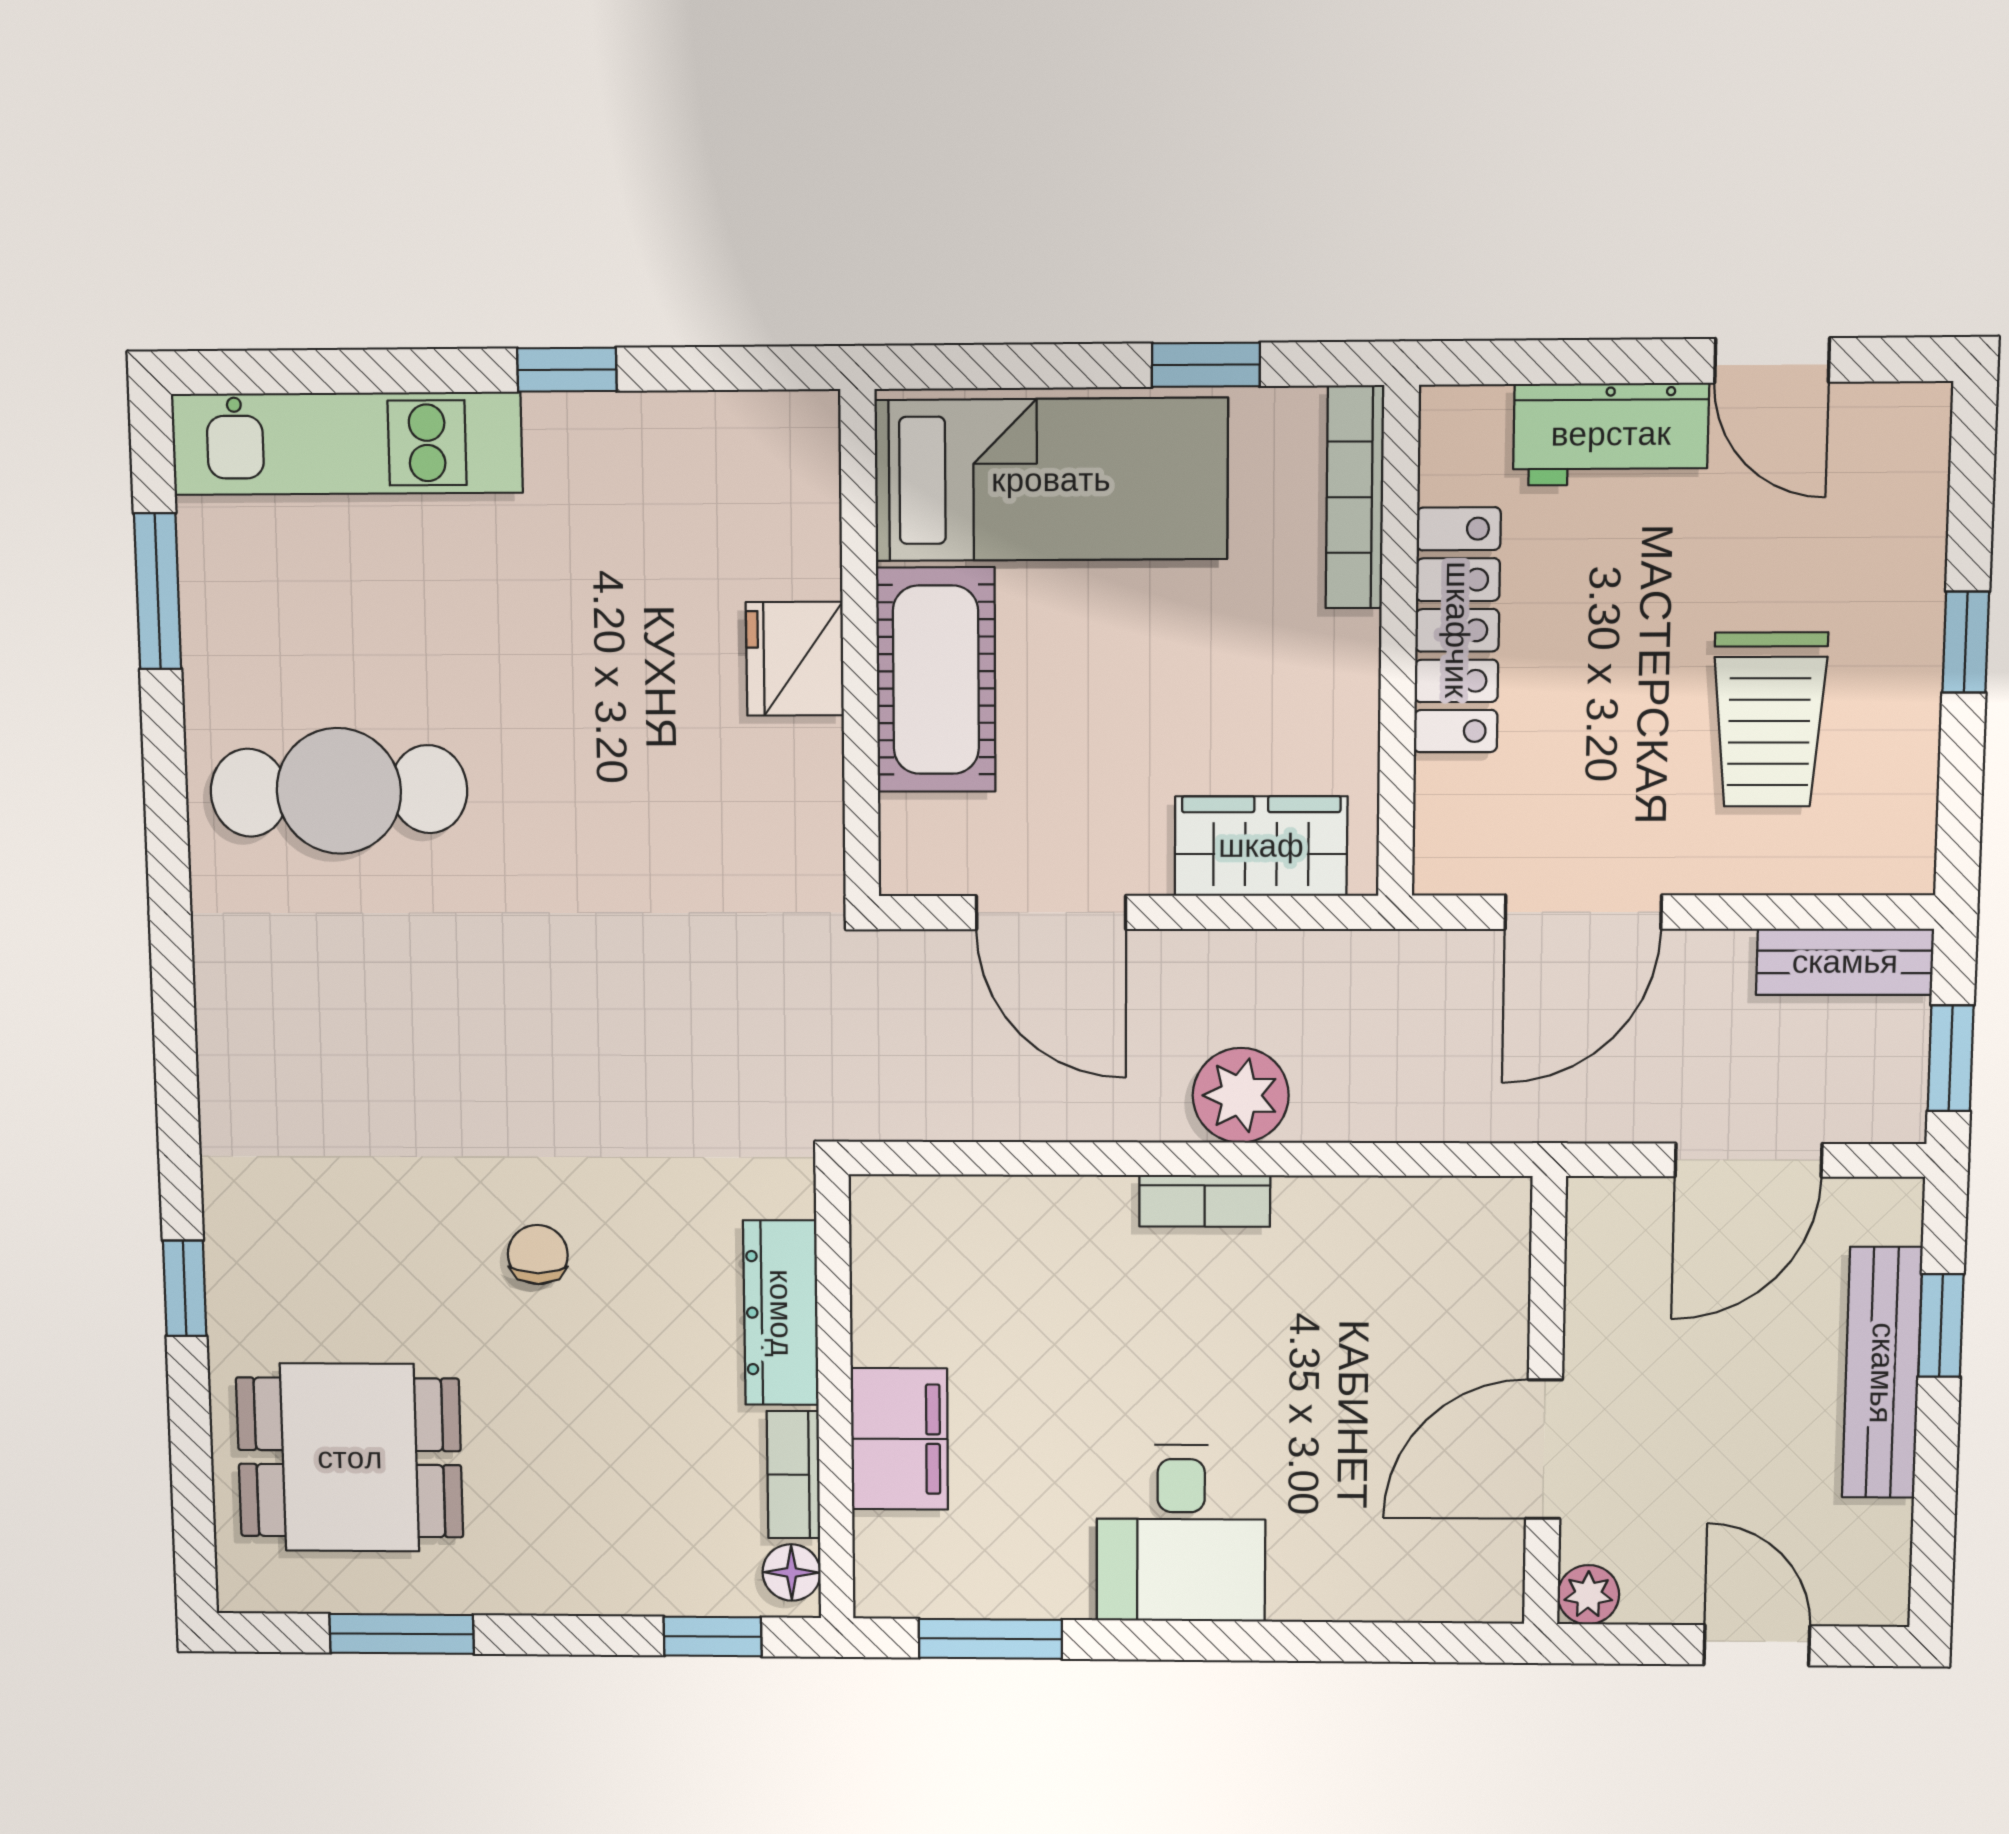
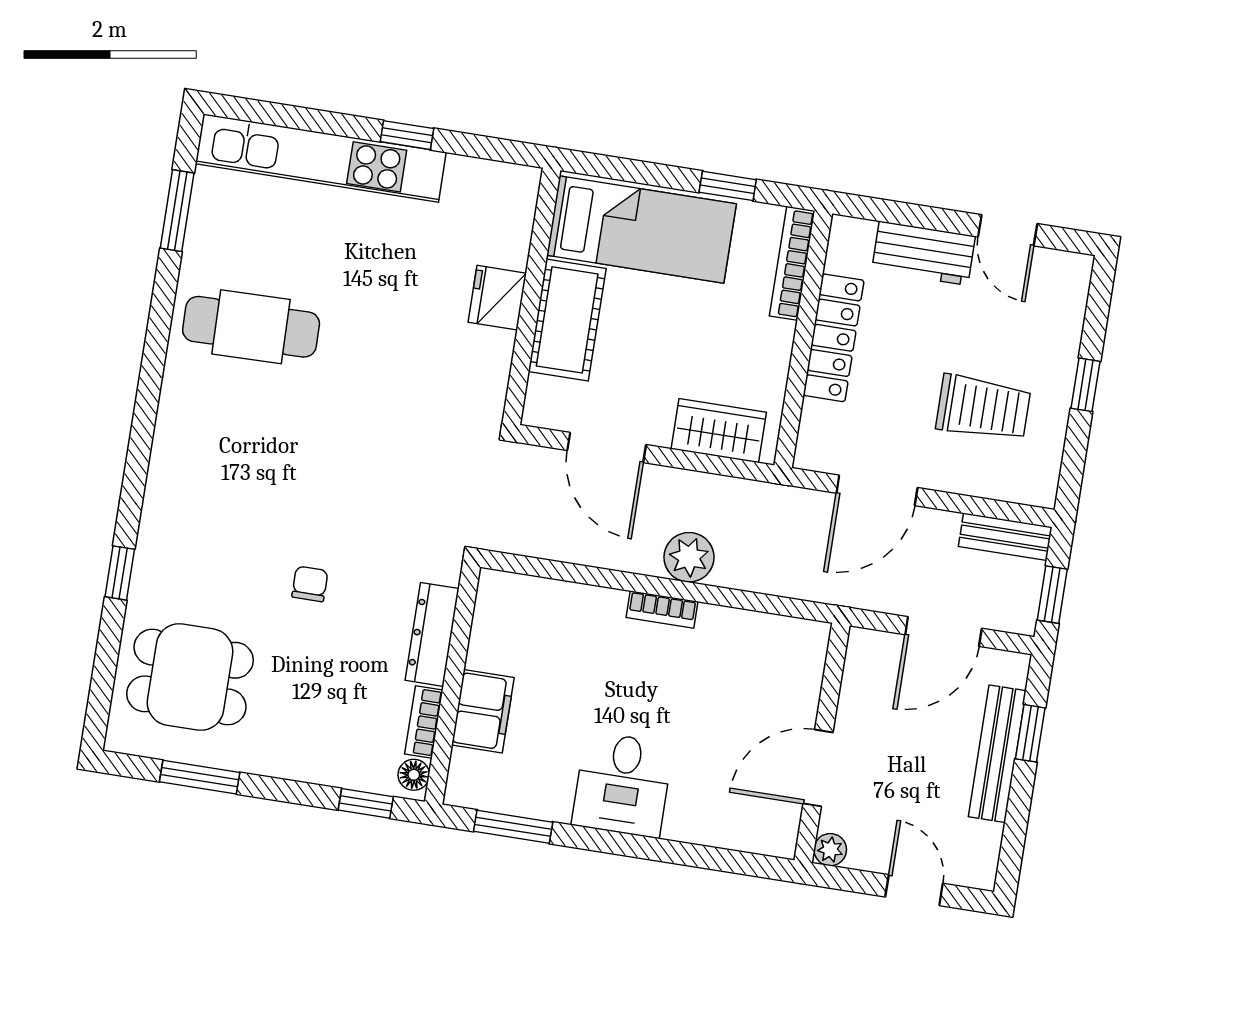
kitchen unit: (347, 443) -> (321, 158), width x1.36
trolley: (1769, 720) -> (983, 408), turned -90

